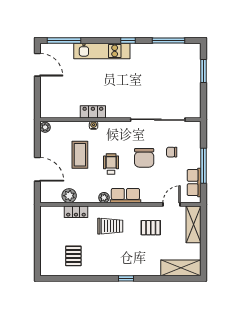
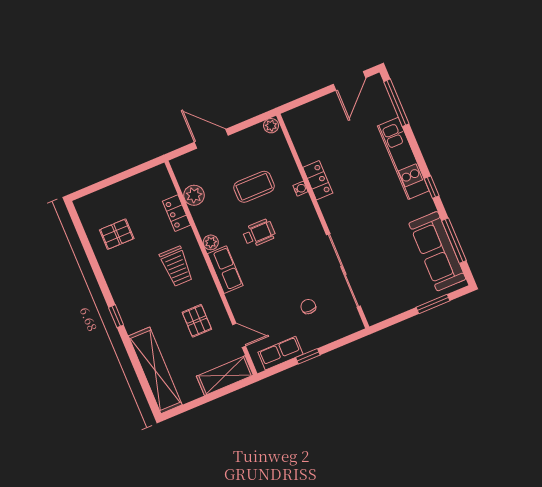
sofa: (171, 54) -> (437, 251), added
chair: (144, 158) -> (286, 273), removed
window: (204, 166) -> (308, 356), width x0.46
door: (37, 169) -> (211, 139), swing flipped
shelving: (181, 268) -> (155, 370), width x1.47

